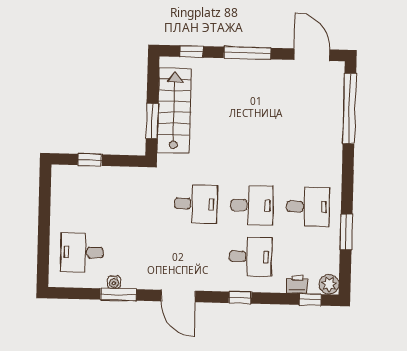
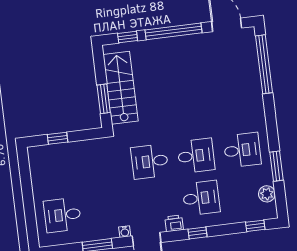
window: (247, 53) -> (173, 31), width x1.46
desk: (196, 204) -> (150, 161), turned 180
water cooler: (114, 282) -> (125, 232), moved
printer: (297, 284) -> (174, 223), moved
plant: (329, 284) -> (267, 194), moved

